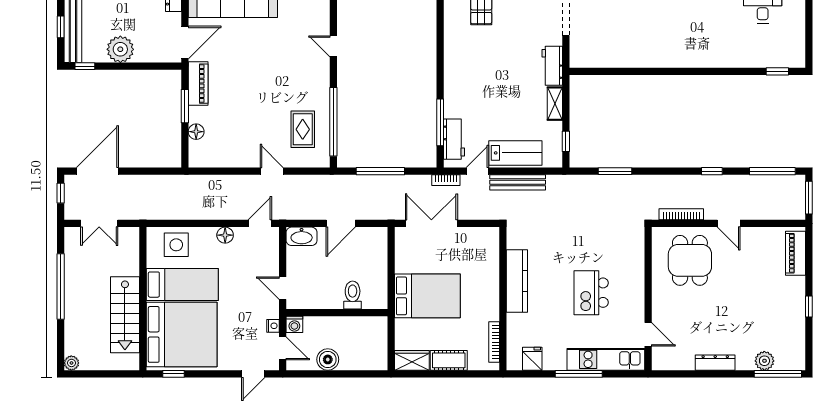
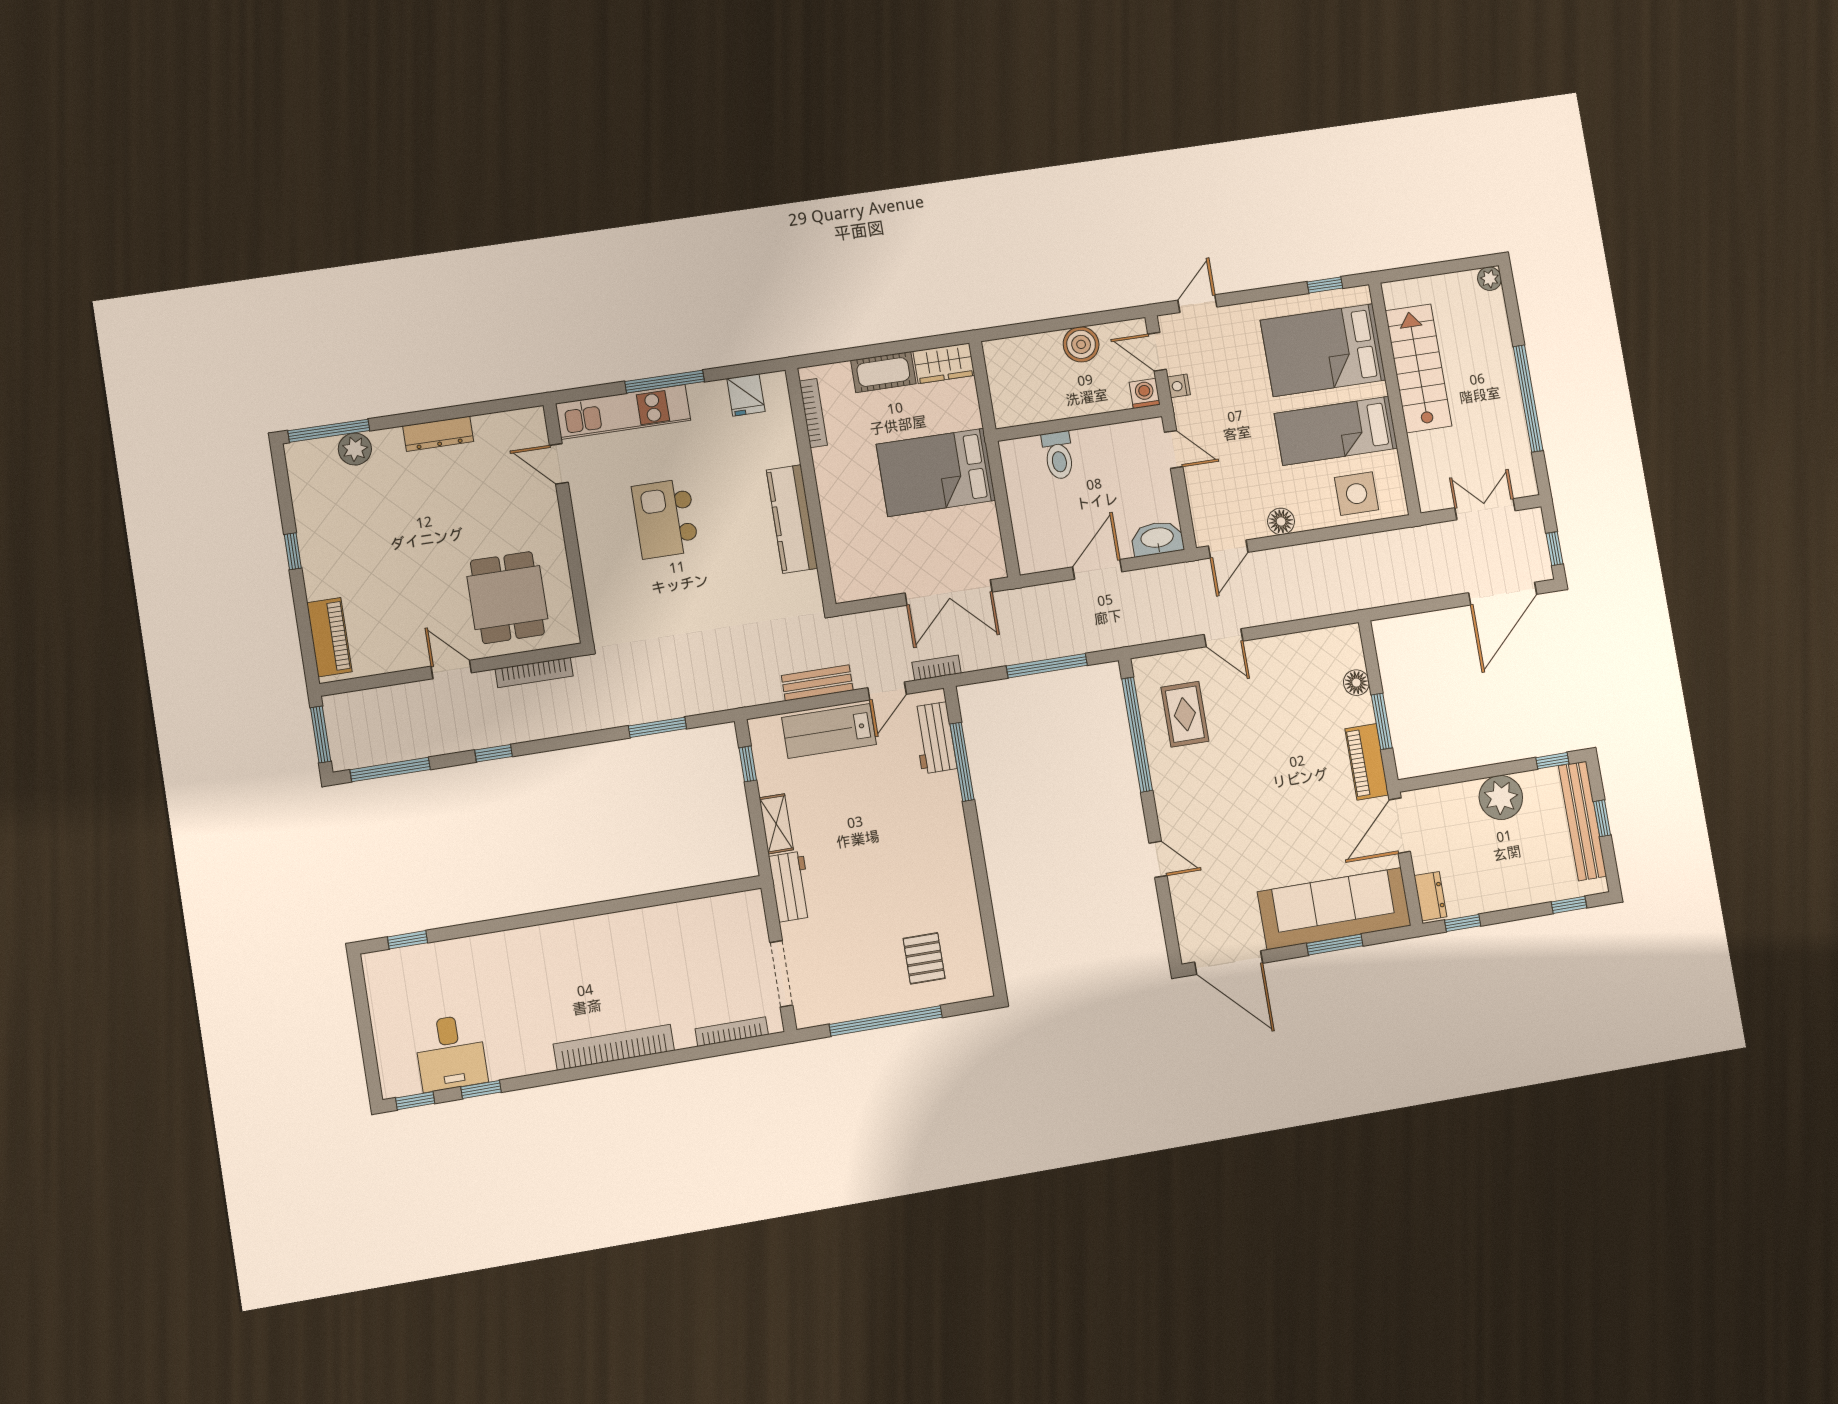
bench: (518, 182) -> (817, 683), width x0.73
kitchen island: (591, 293) -> (665, 519), turned 180
bed: (182, 334) -> (1323, 350), width x0.73

